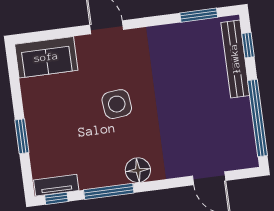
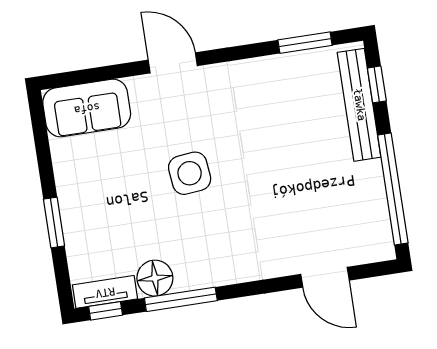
floor lamp: (138, 170) -> (155, 278), moved

